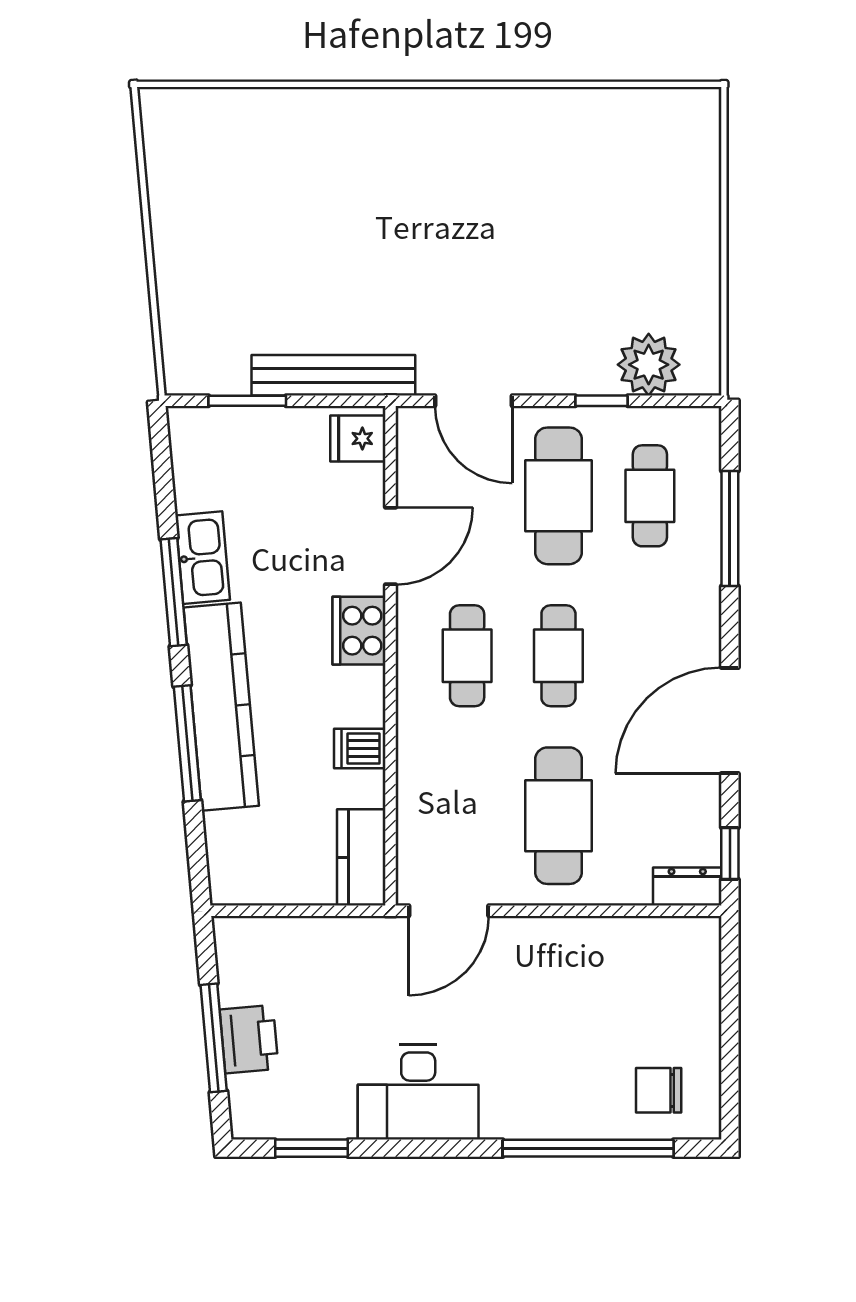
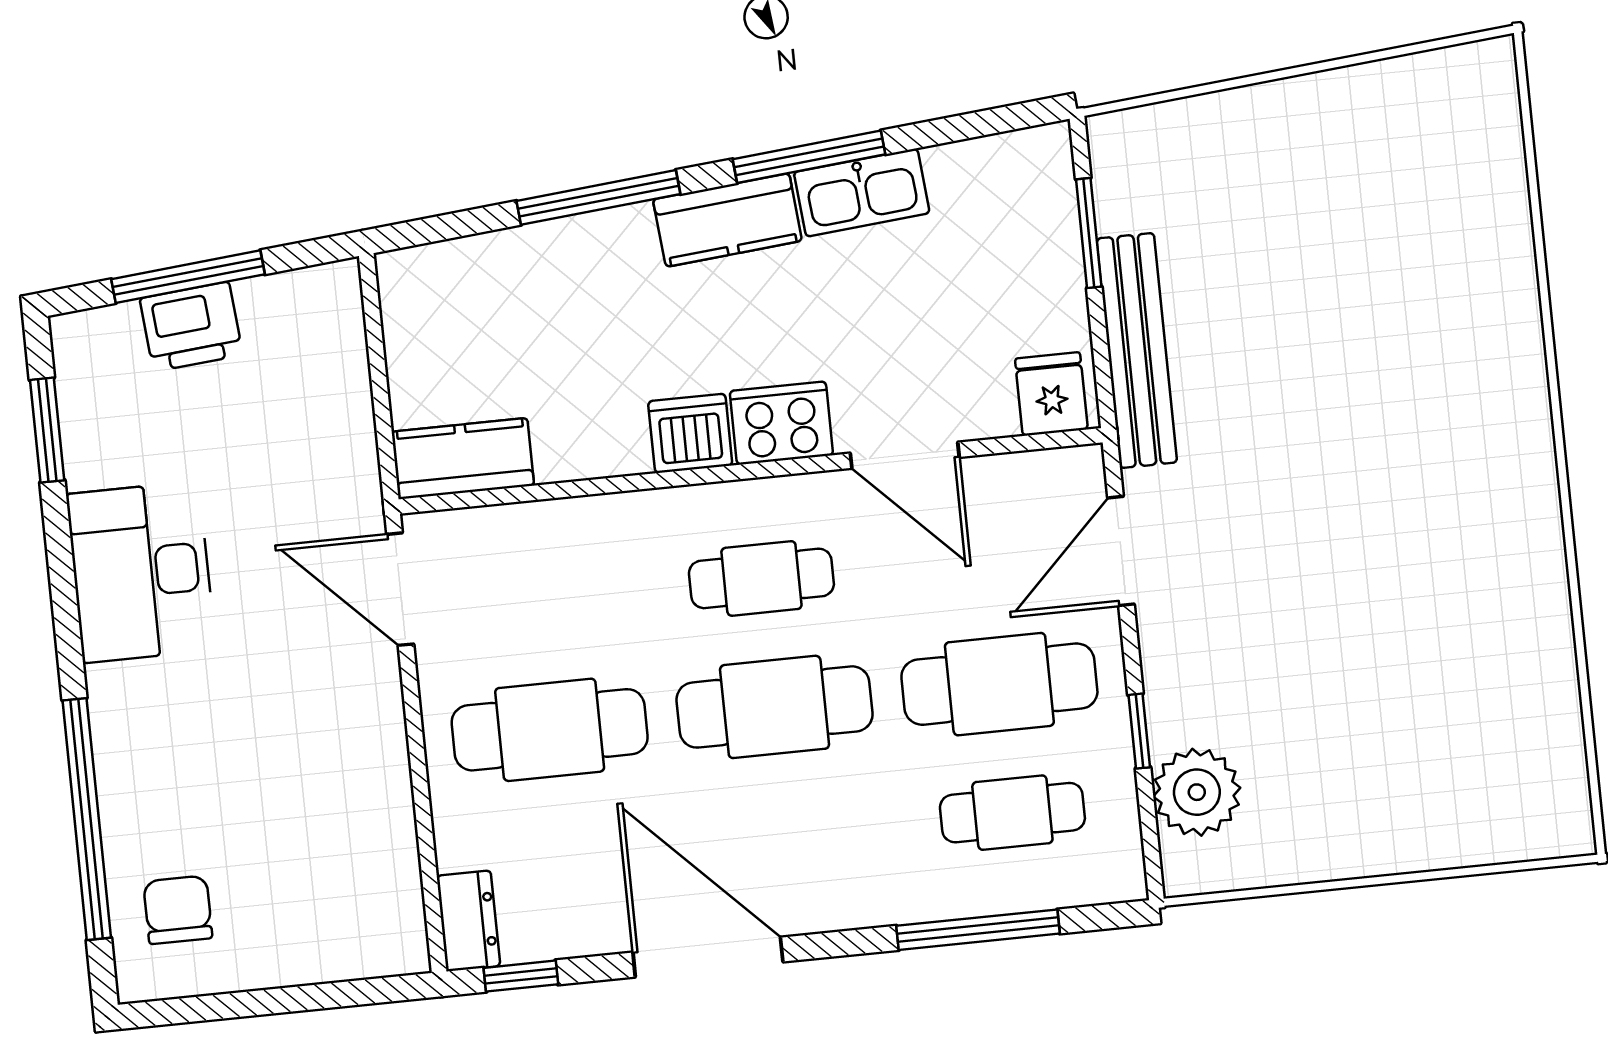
cafe table: (558, 656) -> (775, 707), width x1.37, depth x1.35
kitchen counter: (221, 707) -> (727, 220), width x0.48, depth x0.86
dishwasher: (360, 748) -> (690, 433), moved, width x1.38

